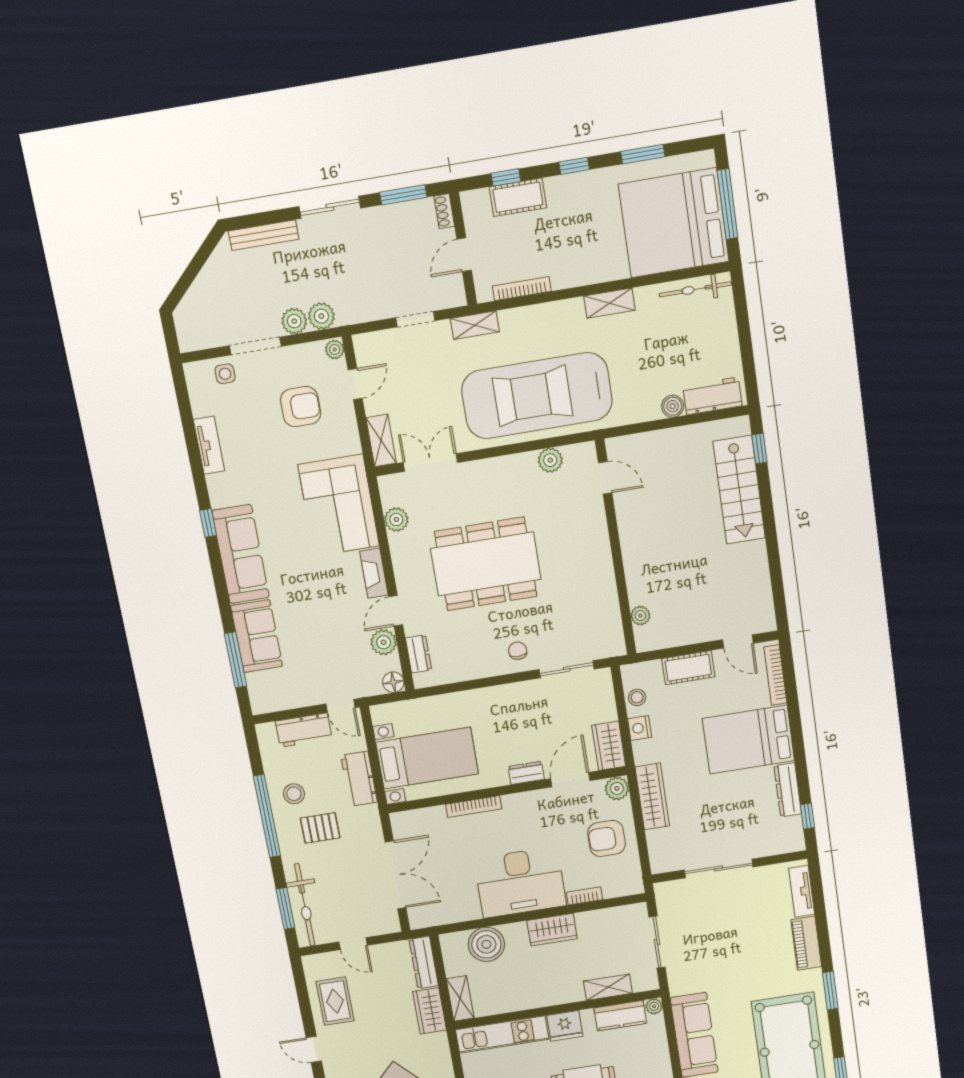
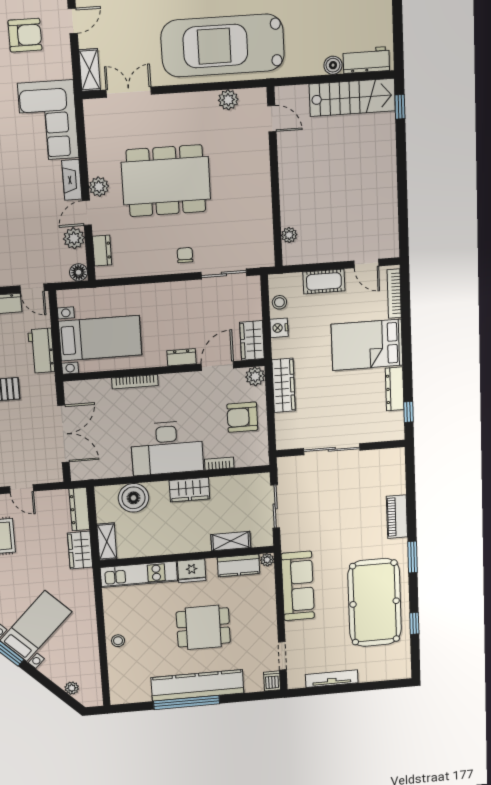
stairs: (739, 490) -> (352, 97), moved, turned -90
plant: (396, 520) -> (99, 187), moved
tv unit: (802, 891) -> (398, 473), removed

